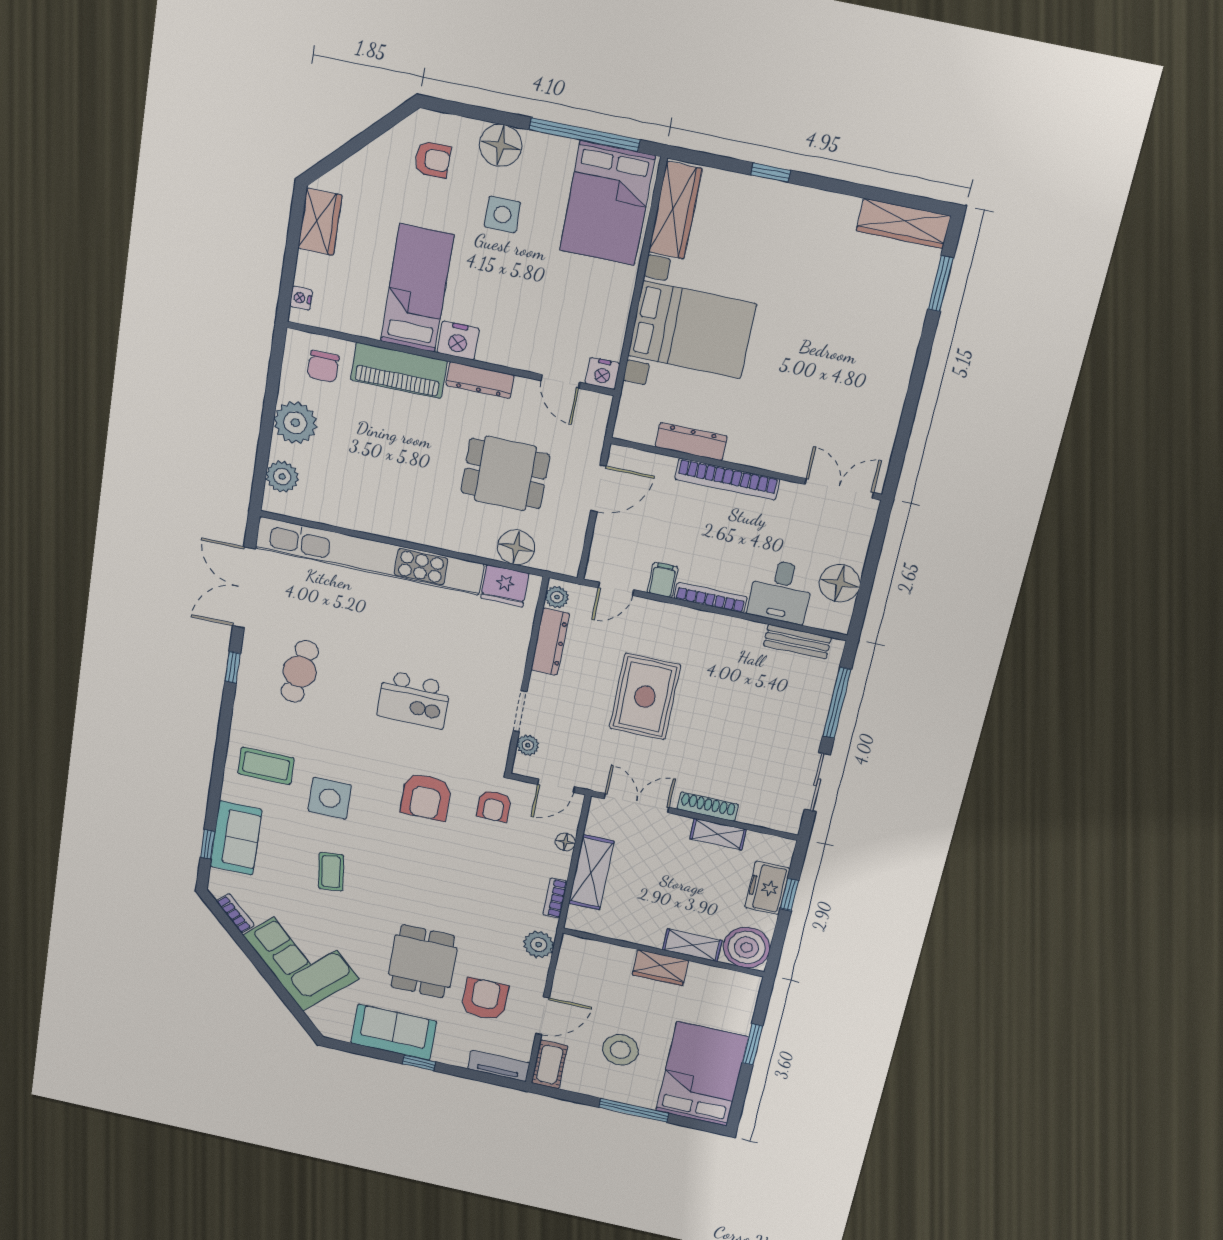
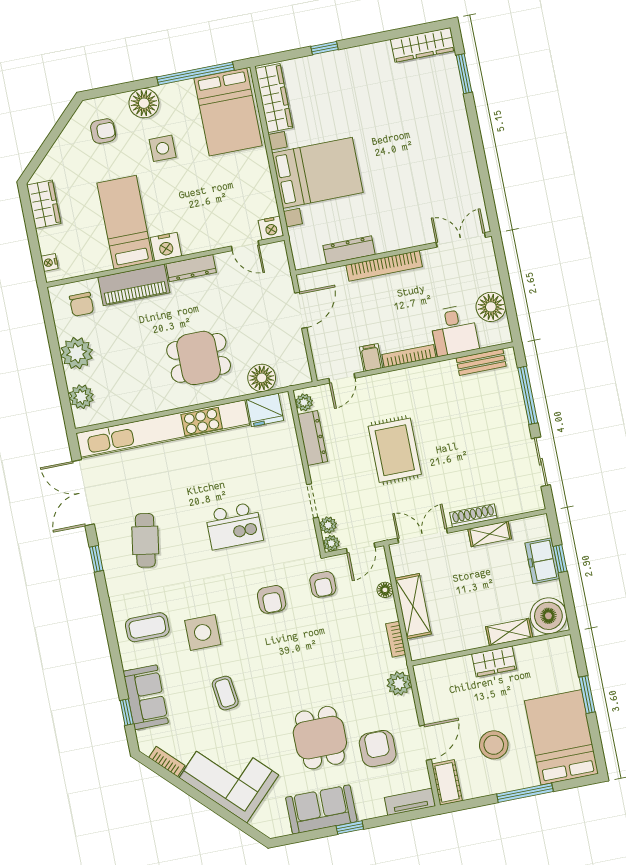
dining table: (505, 474) -> (199, 358), moved
plant: (523, 766) -> (331, 543), added
armchair: (426, 797) -> (272, 599), width x0.72, depth x0.72

